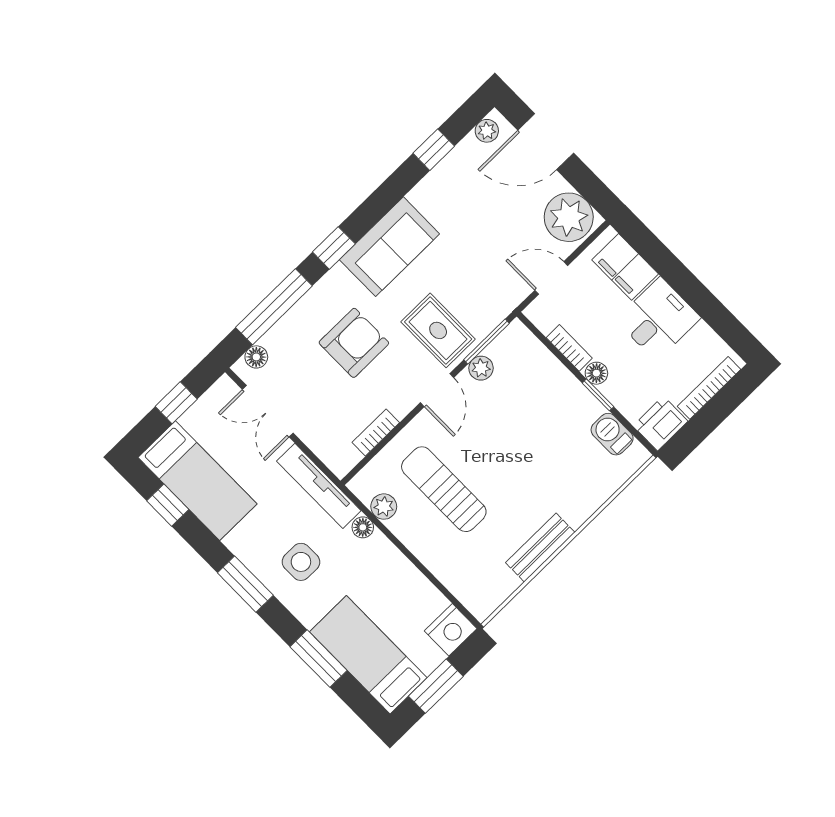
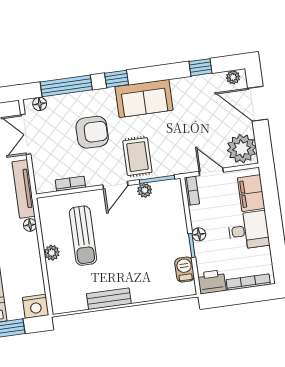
bookcase: (569, 348) -> (192, 191), moved
sun lounger: (444, 489) -> (83, 236), turned 180
plant: (384, 507) -> (52, 253), moved

